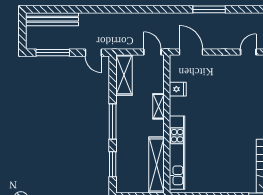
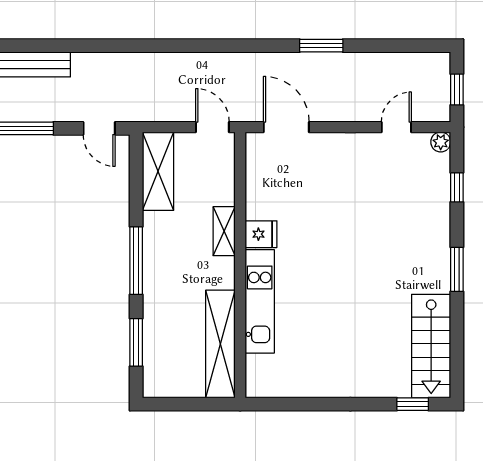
window: (209, 9) -> (321, 46), width x0.69
fridge: (178, 89) -> (261, 234), moved
kitchen unit: (177, 153) -> (260, 301), width x0.73

